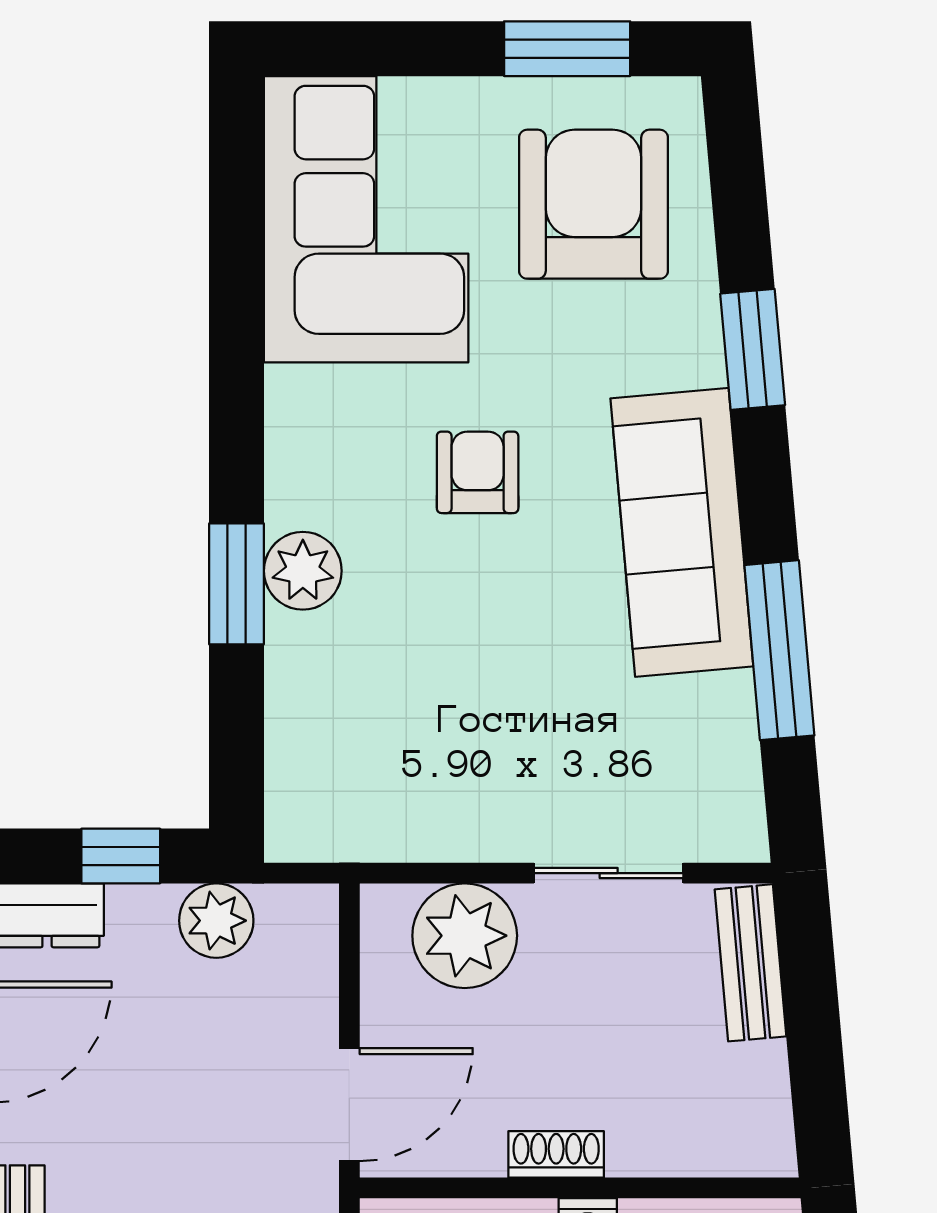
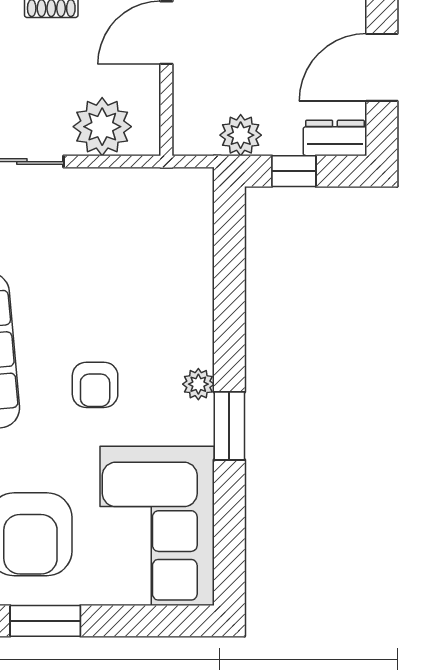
plant: (303, 571) -> (198, 384), moved, width x0.73, depth x0.73
window: (237, 584) -> (229, 426), moved

